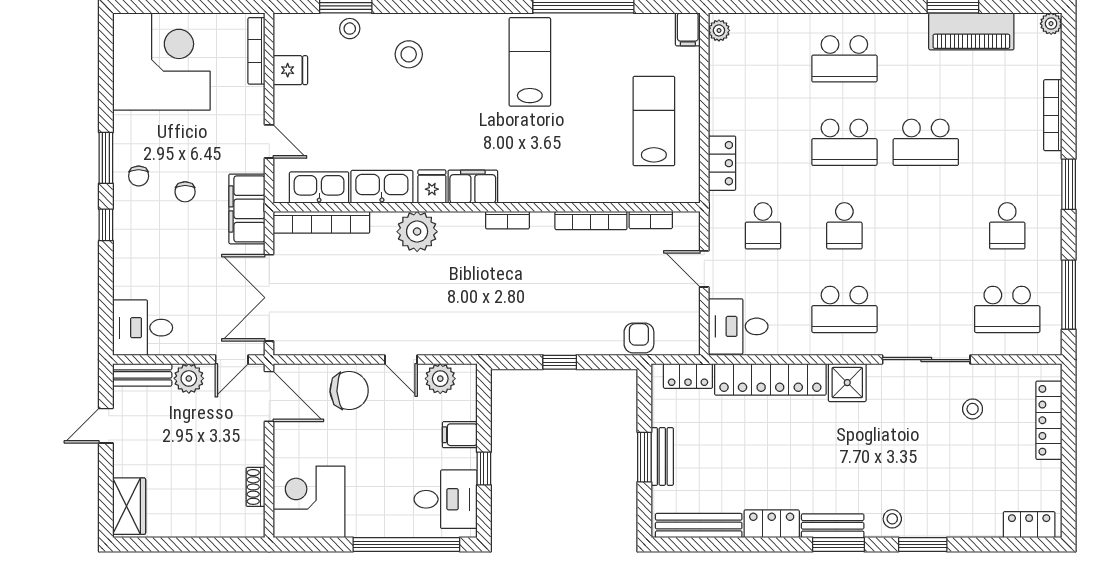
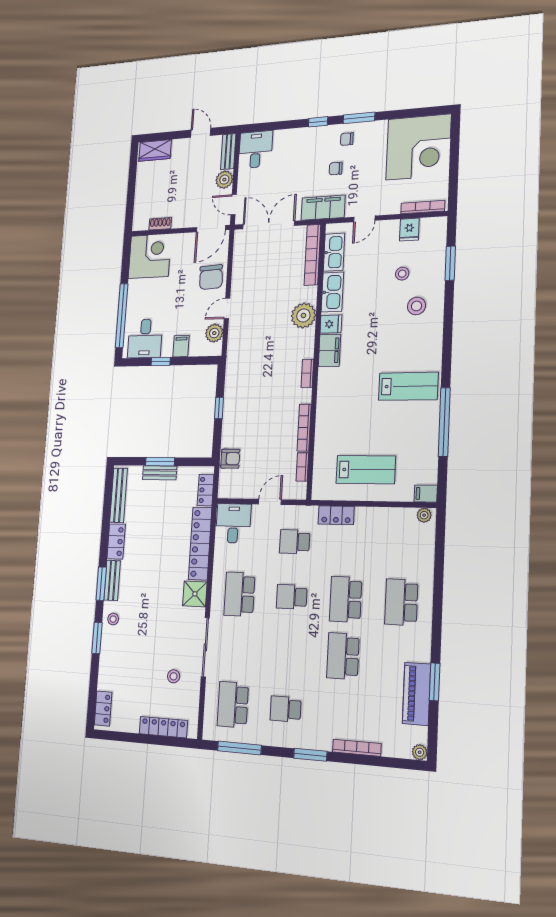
stool: (350, 29) -> (402, 274), moved

